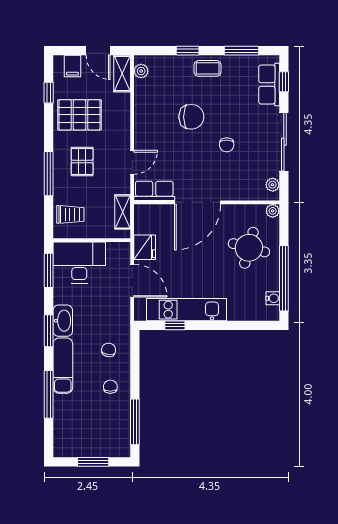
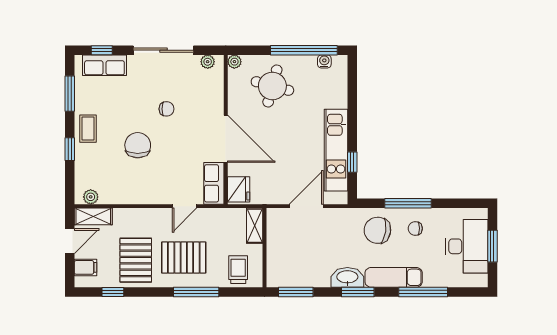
pallet: (82, 162) -> (184, 258), width x1.50, depth x1.42
door: (132, 162) -> (184, 206), swing flipped
shelving: (123, 212) -> (255, 226), moved, turned 90
fridge: (145, 247) -> (239, 189), moved, turned 90
desk: (79, 262) -> (467, 246), moved, turned 180
chair: (109, 350) -> (377, 230), width x1.87, depth x1.87
window: (135, 422) -> (408, 203), moved

